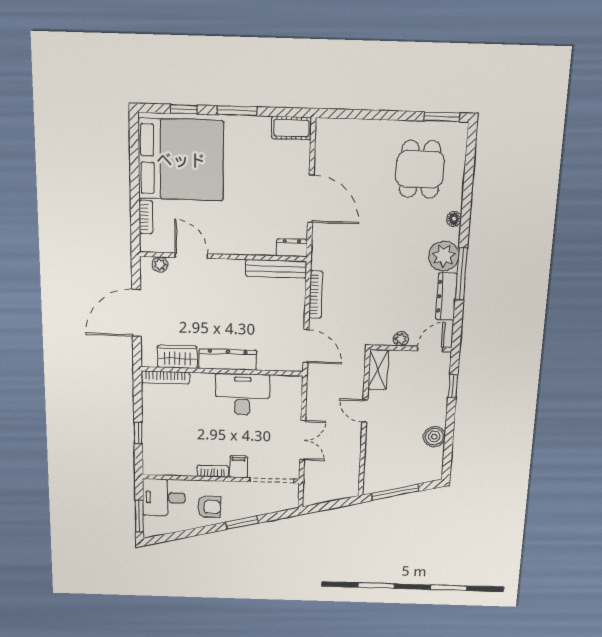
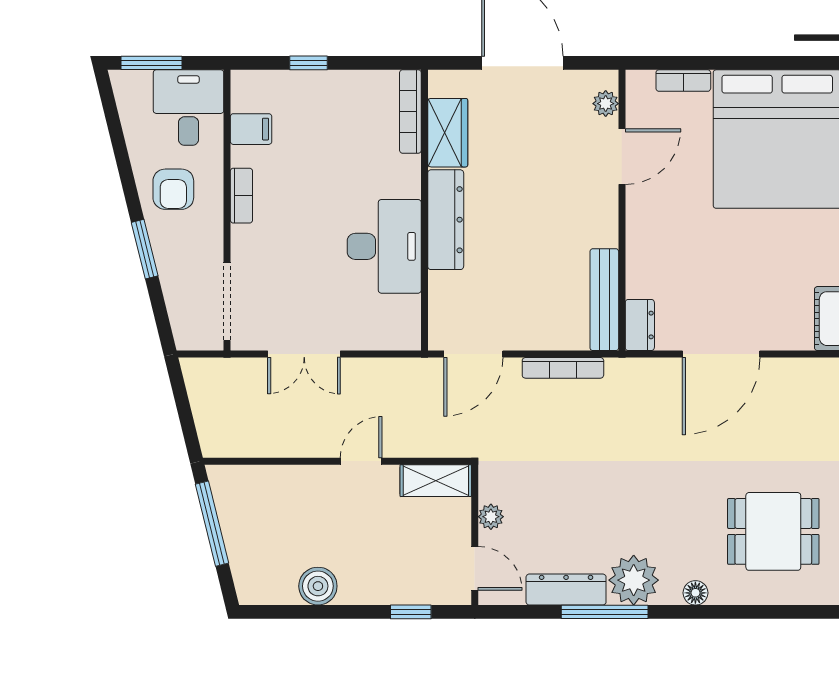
filing cabinet: (239, 467) -> (251, 129), moved

